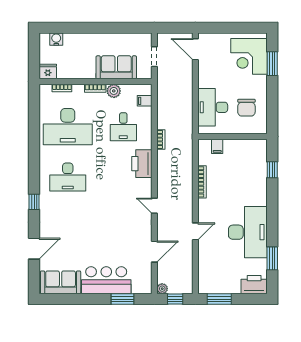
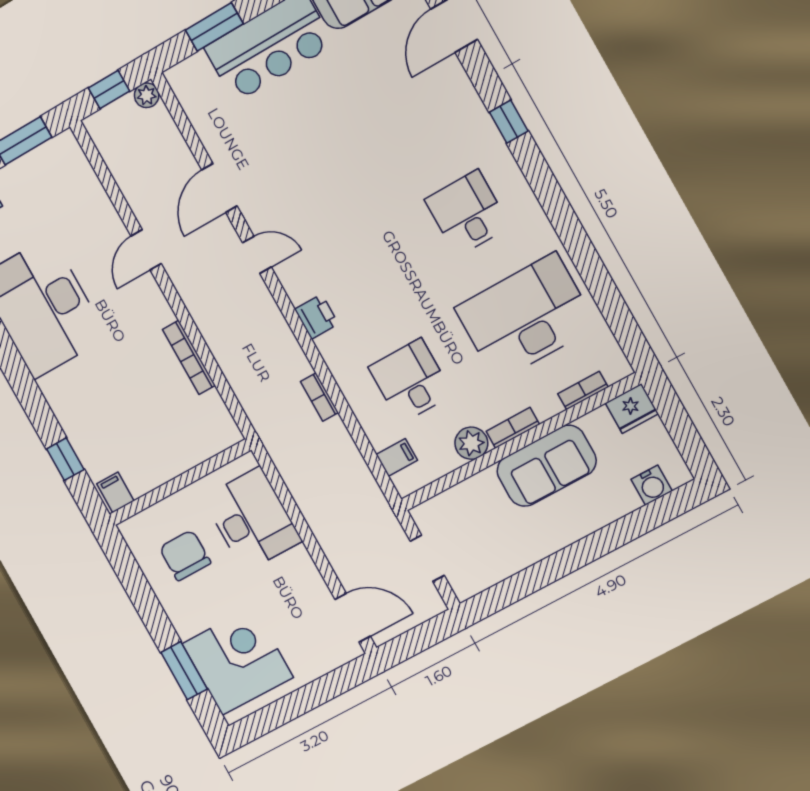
sofa: (116, 67) -> (547, 466), moved
filing cabinet: (217, 146) -> (115, 492), moved
printer: (142, 164) -> (316, 317), width x0.53, depth x0.68
desk: (68, 177) -> (467, 213), width x0.73
door: (154, 252) -> (219, 188), moved

